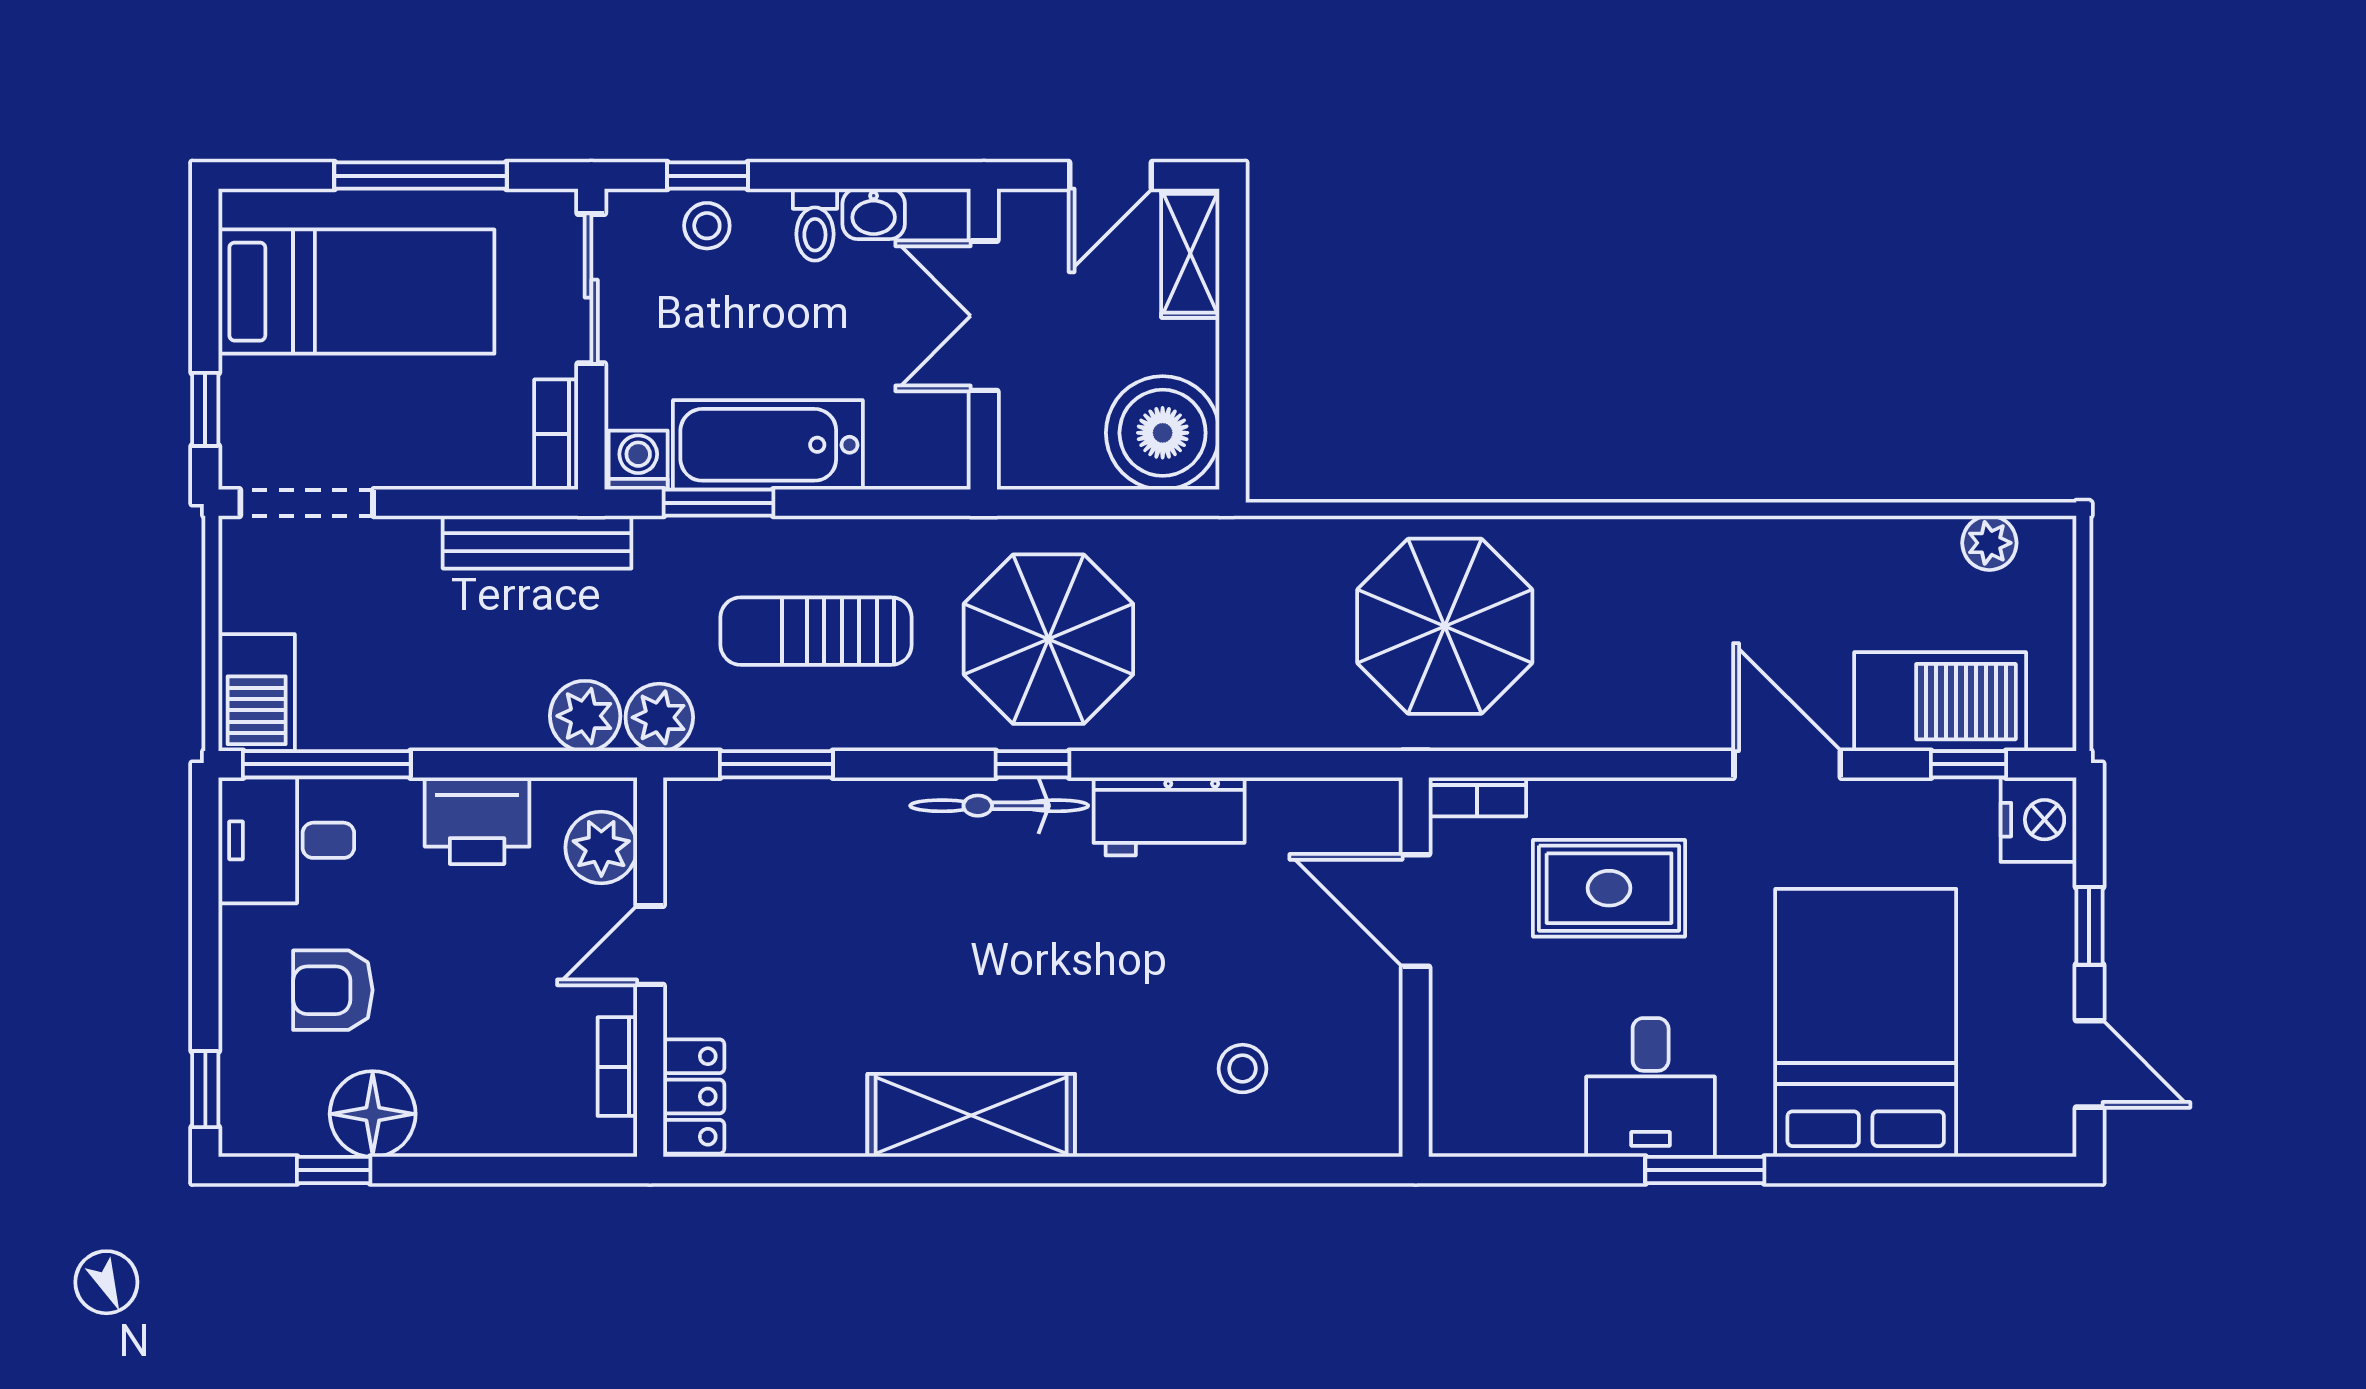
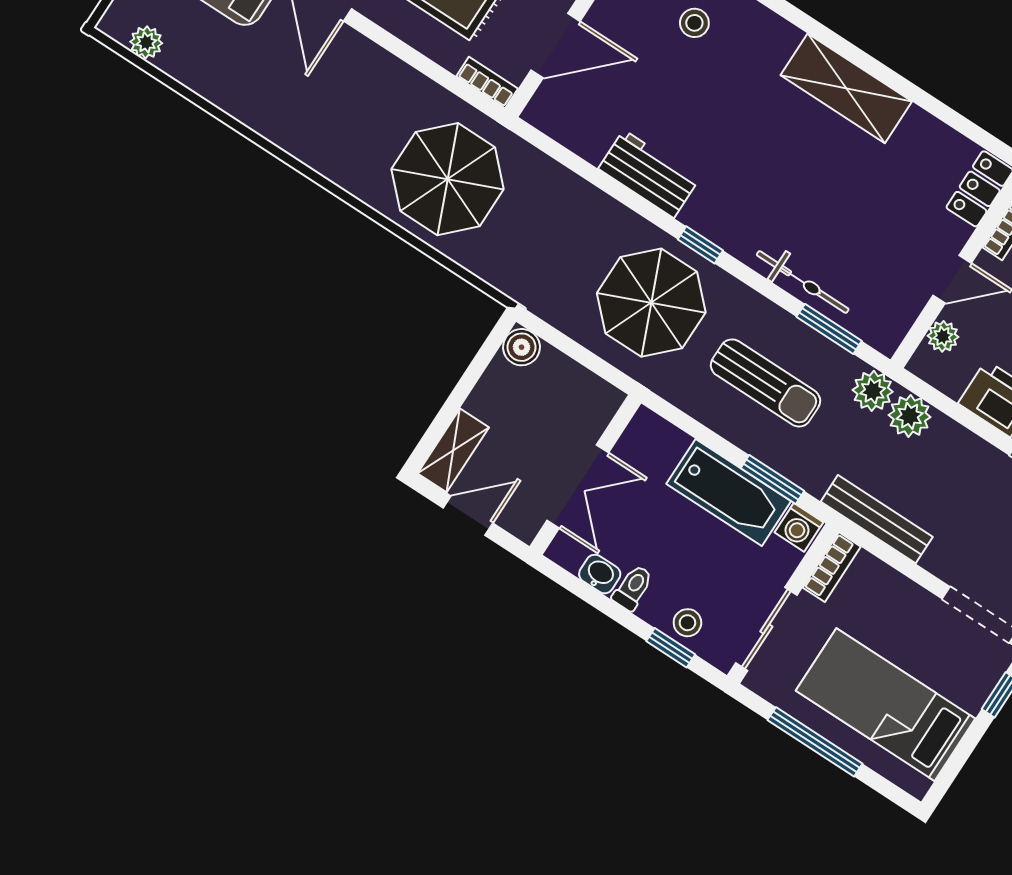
boiler: (1163, 433) -> (521, 347), width x0.54, depth x0.54
bicycle: (999, 806) -> (803, 282), moved
plant: (601, 847) -> (943, 336), width x0.73, depth x0.73
door: (1416, 910) -> (555, 46), hinge flipped

